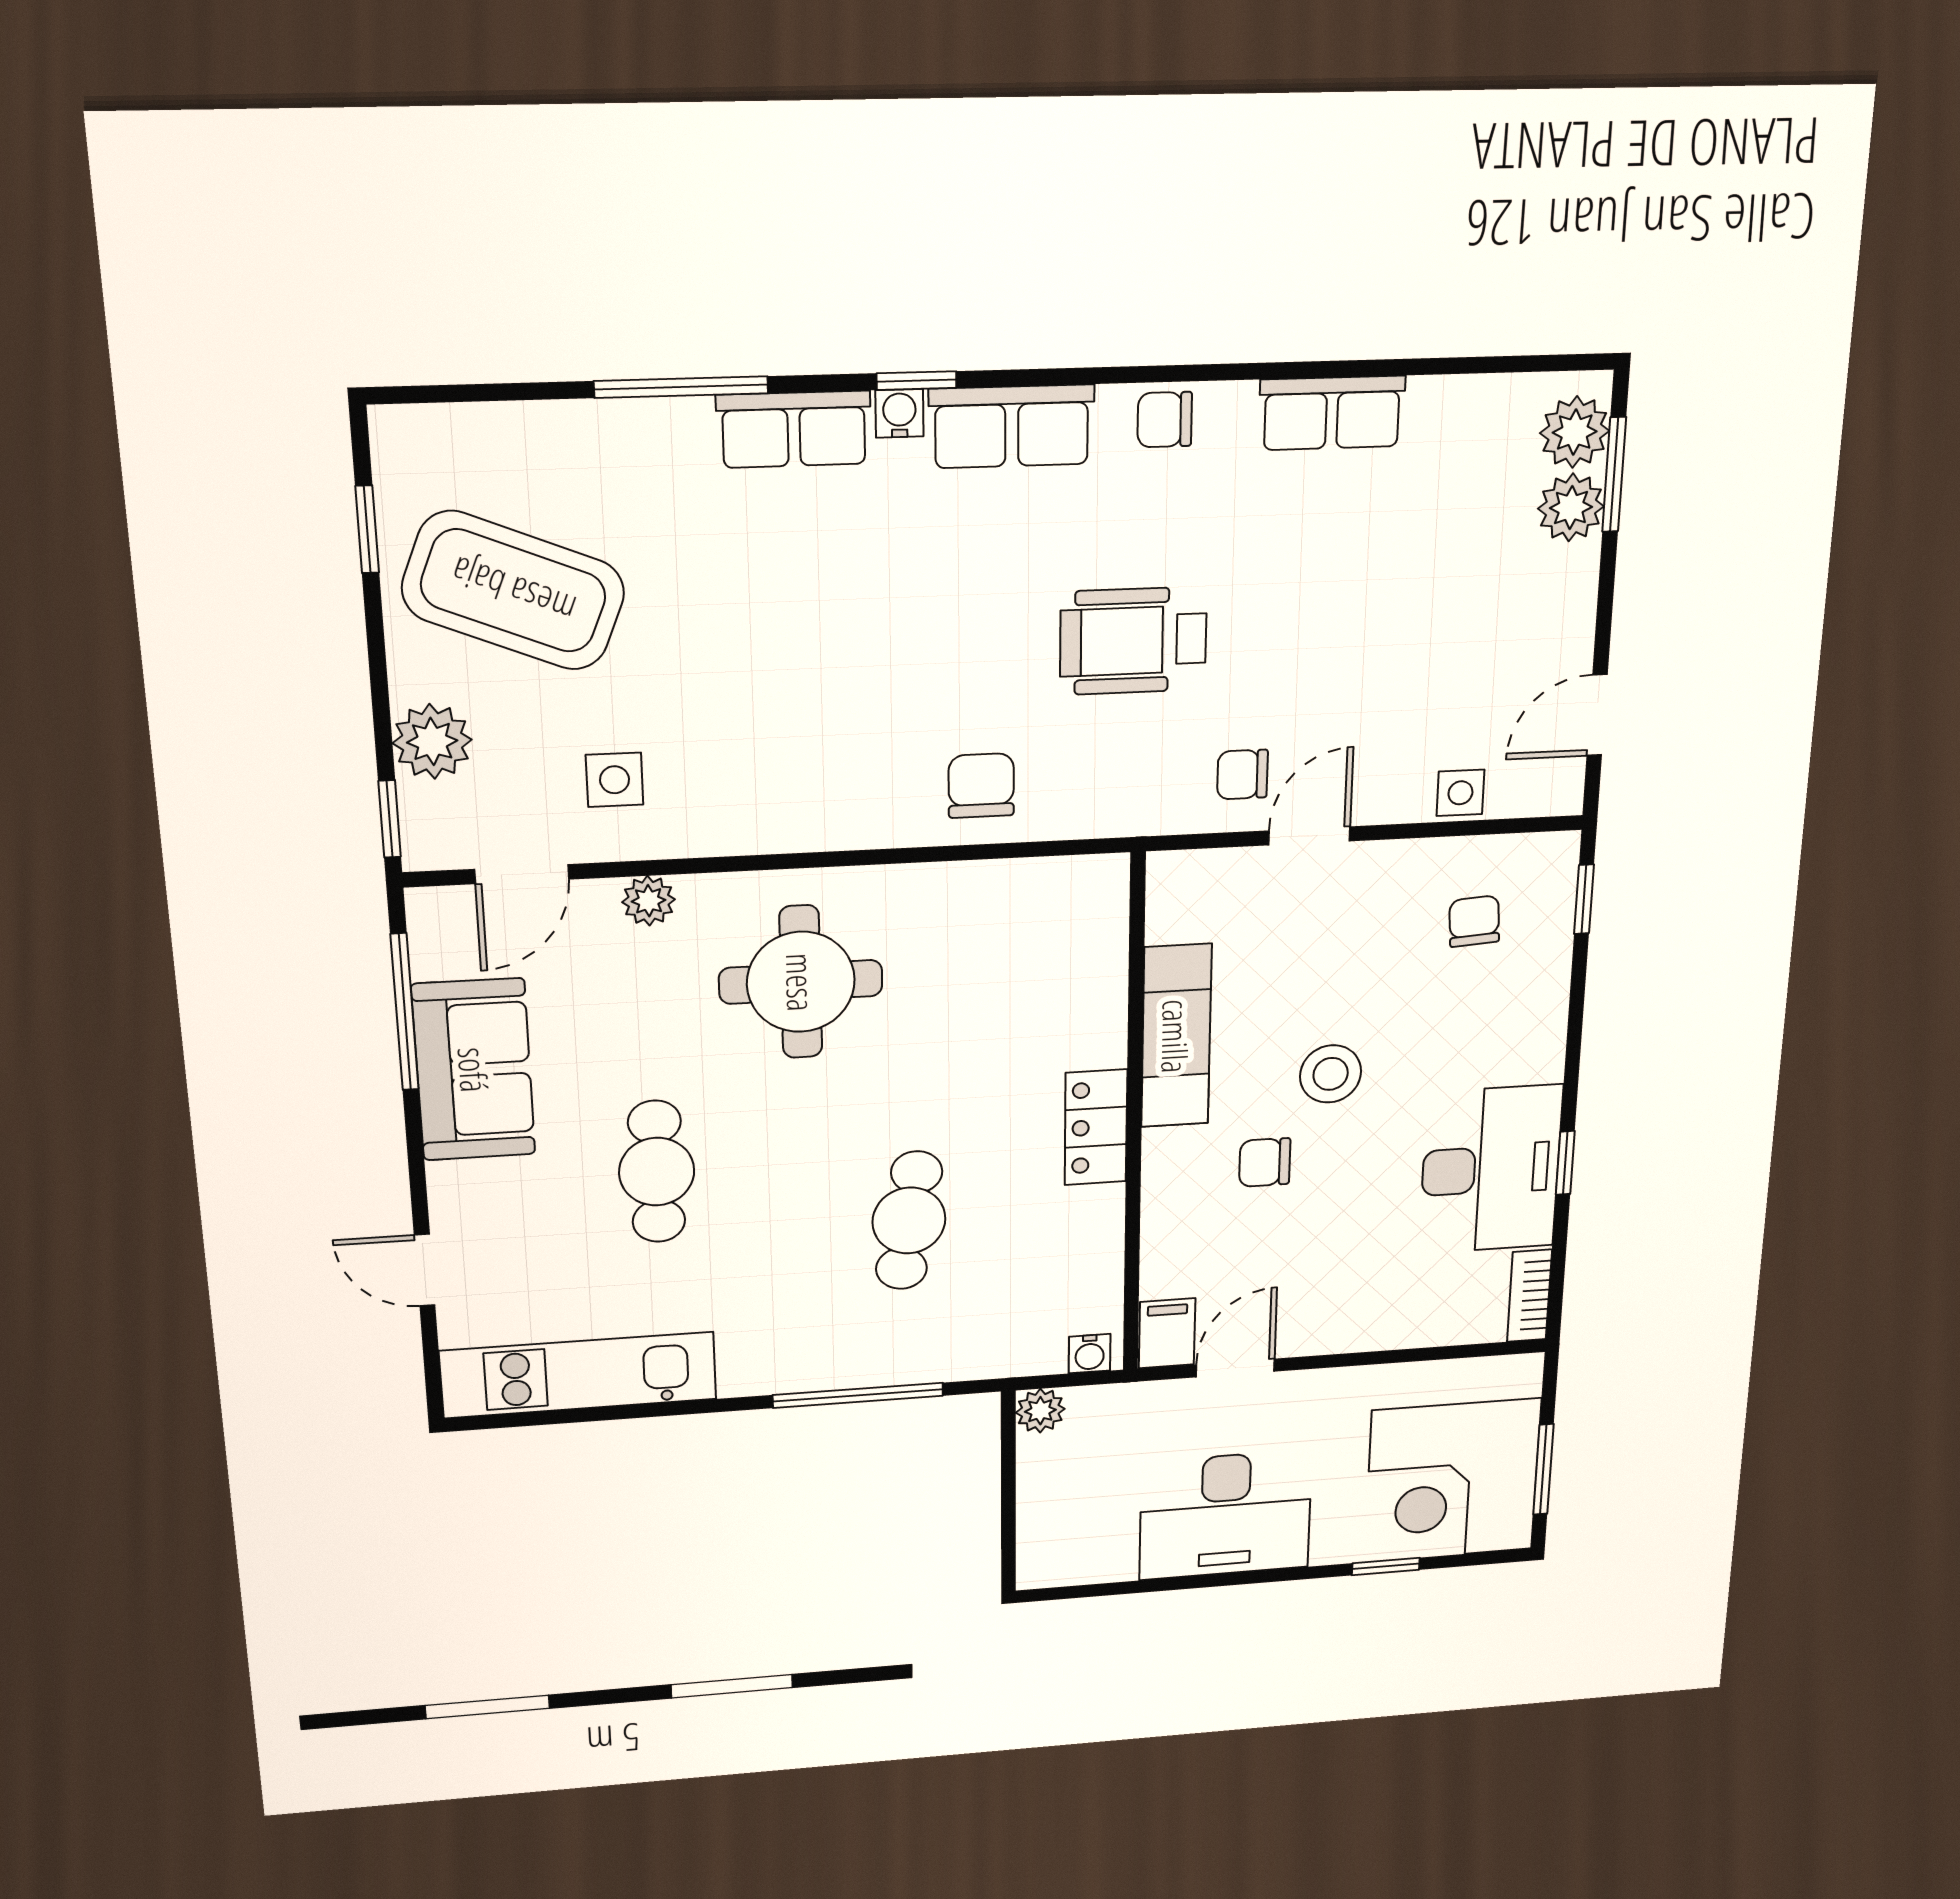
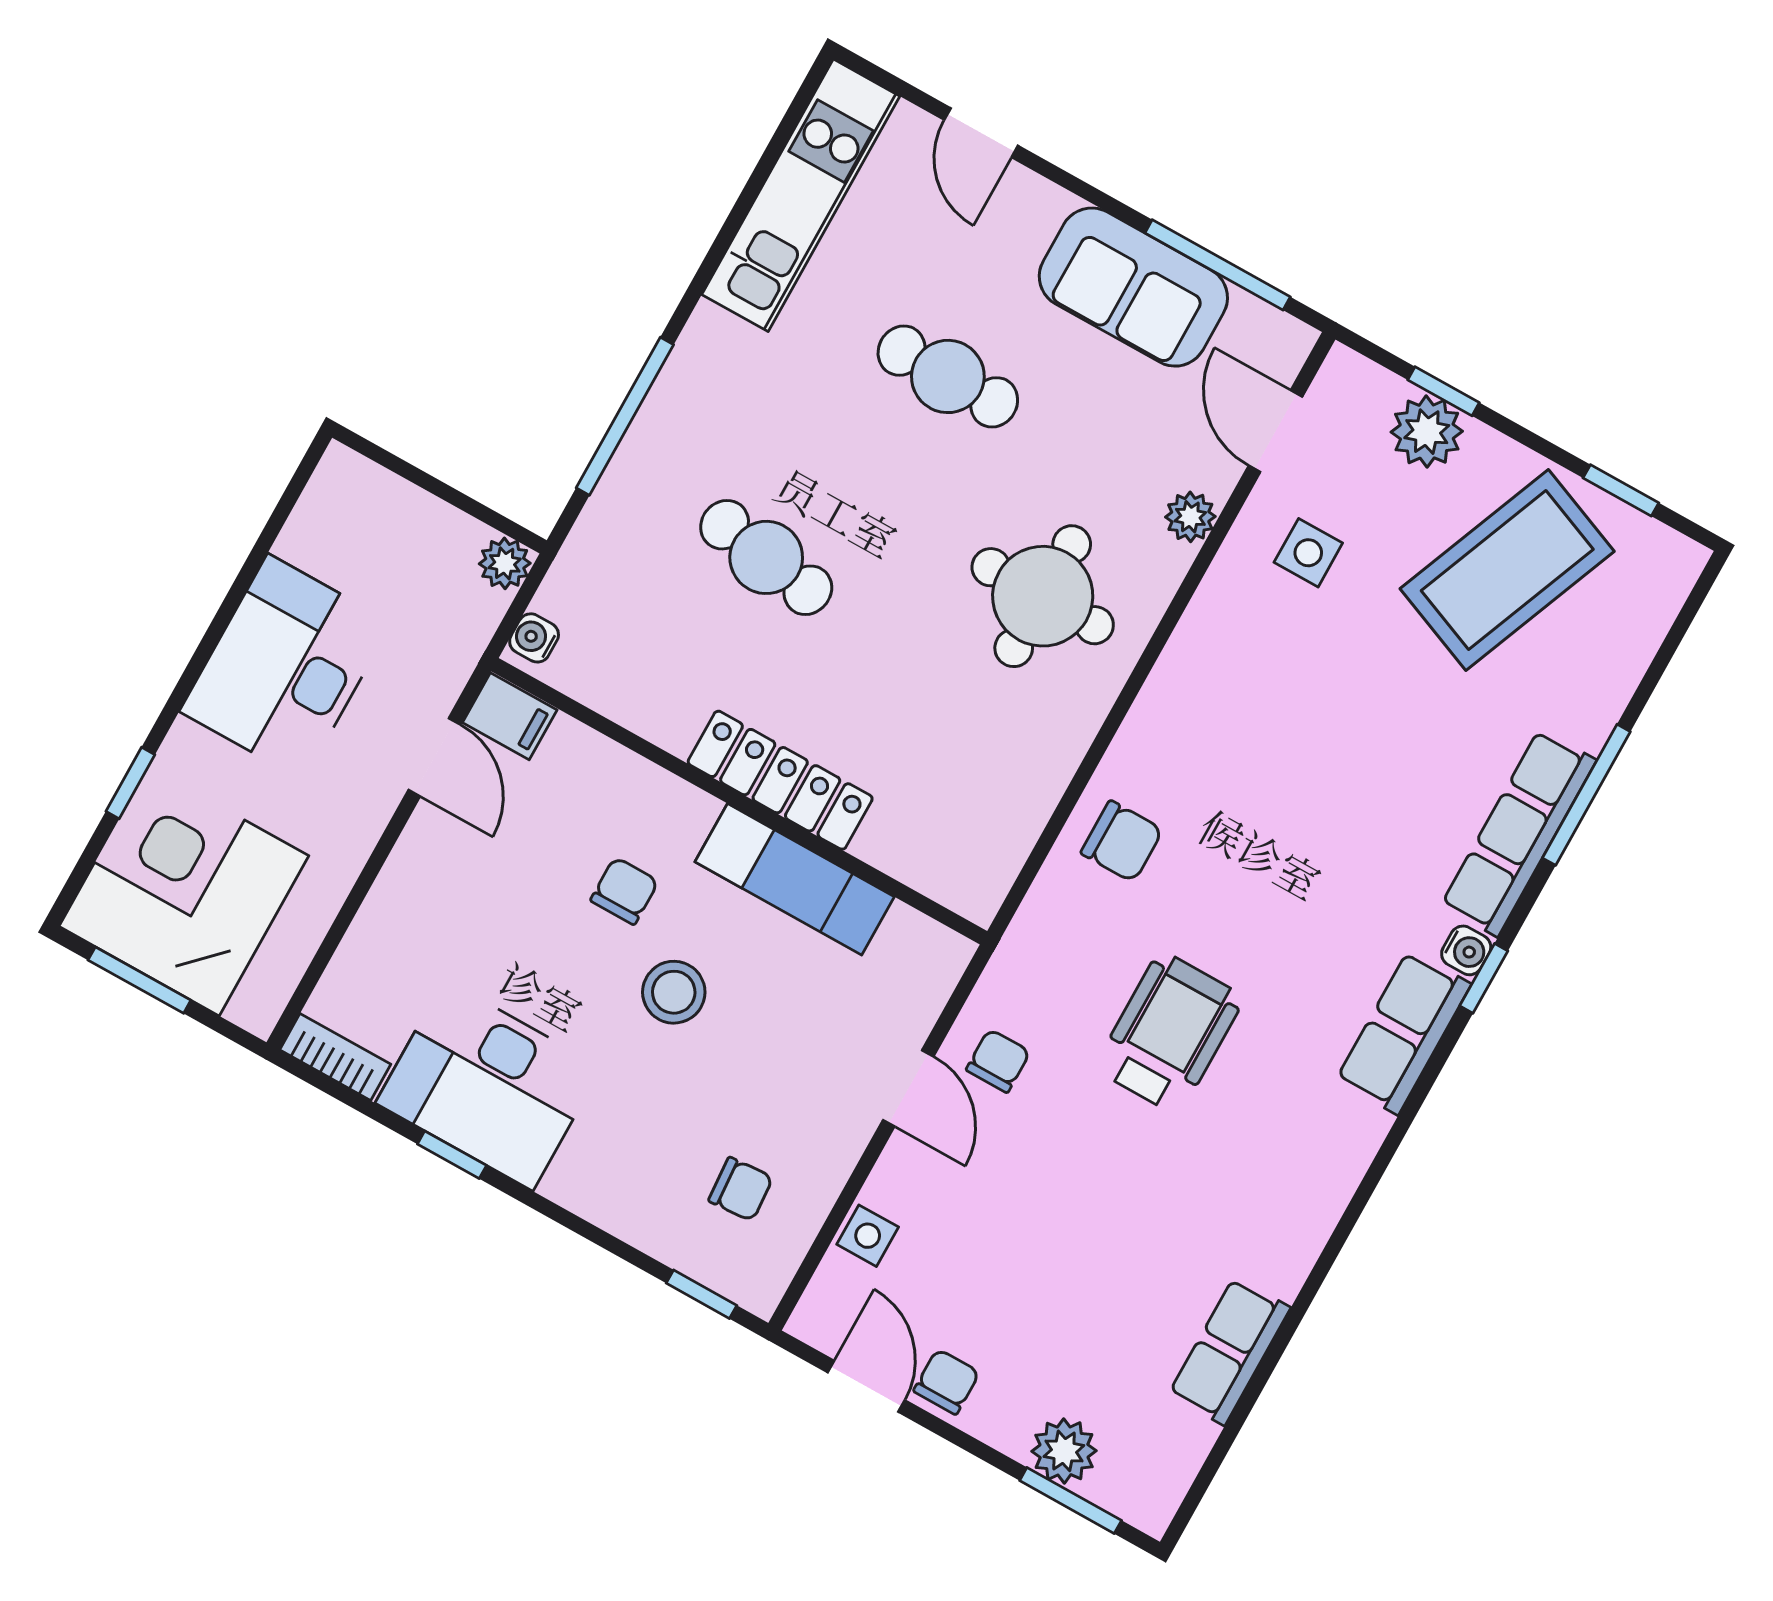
row of seats: (1332, 413) -> (1229, 1351), moved
chair: (1165, 420) -> (947, 1382), moved
row of seats: (794, 429) -> (1519, 833), width x1.48
plant: (1575, 432) -> (1127, 1485), removed
window: (390, 819) -> (1443, 391), moved
locker: (1096, 1127) -> (780, 780), width x1.53
door: (425, 1270) -> (981, 133), swing flipped

